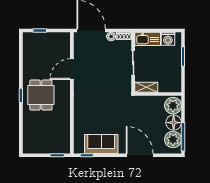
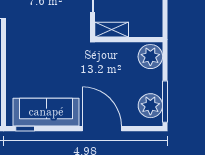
floor lamp: (174, 123) -> (151, 81), removed
sofa: (101, 144) -> (46, 112), width x1.36

